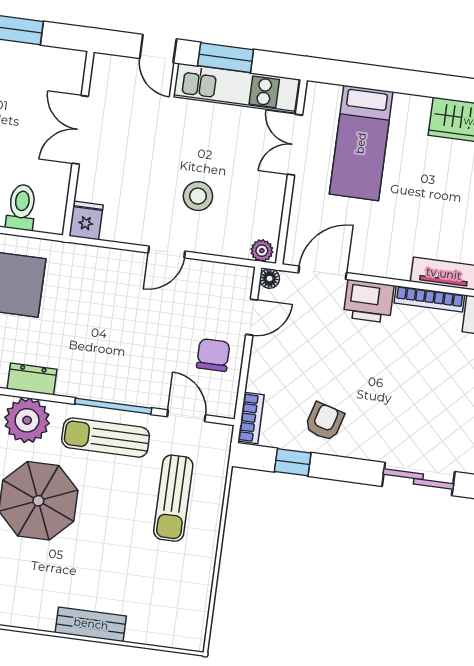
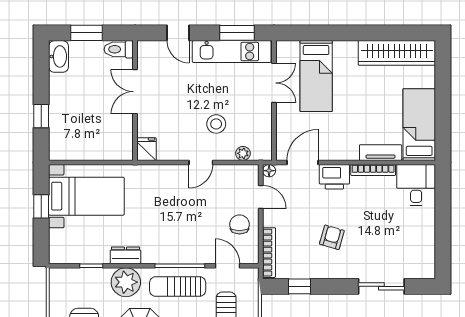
window: (226, 58) -> (237, 33), moved
double door: (295, 145) -> (274, 83), swing flipped
toilet: (22, 207) -> (119, 49), moved, turned -90
plant: (262, 251) -> (243, 153), moved
door: (252, 317) -> (261, 197), hinge flipped
bookcase: (251, 418) -> (269, 253), width x1.56
armchair: (324, 421) -> (332, 237), moved

